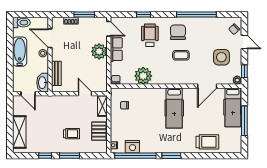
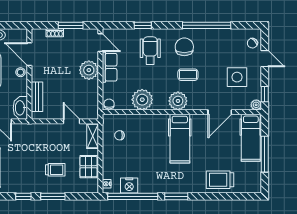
plant: (173, 77) -> (178, 101), added
trolley: (207, 142) -> (220, 180), turned 180

